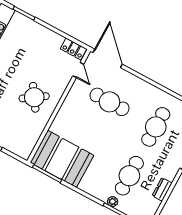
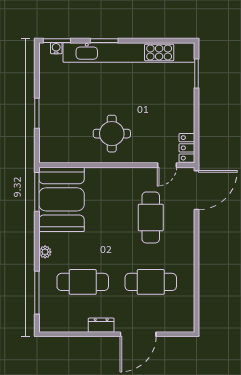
round table: (34, 97) -> (112, 134), turned 34
dresser: (162, 189) -> (101, 325), moved
plant: (113, 202) -> (45, 252), moved

